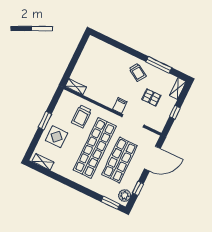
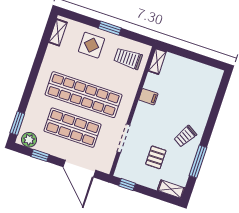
filing cabinet: (120, 105) -> (148, 97), moved
window: (175, 112) -> (127, 185), moved
trolley: (82, 116) -> (128, 58), moved

